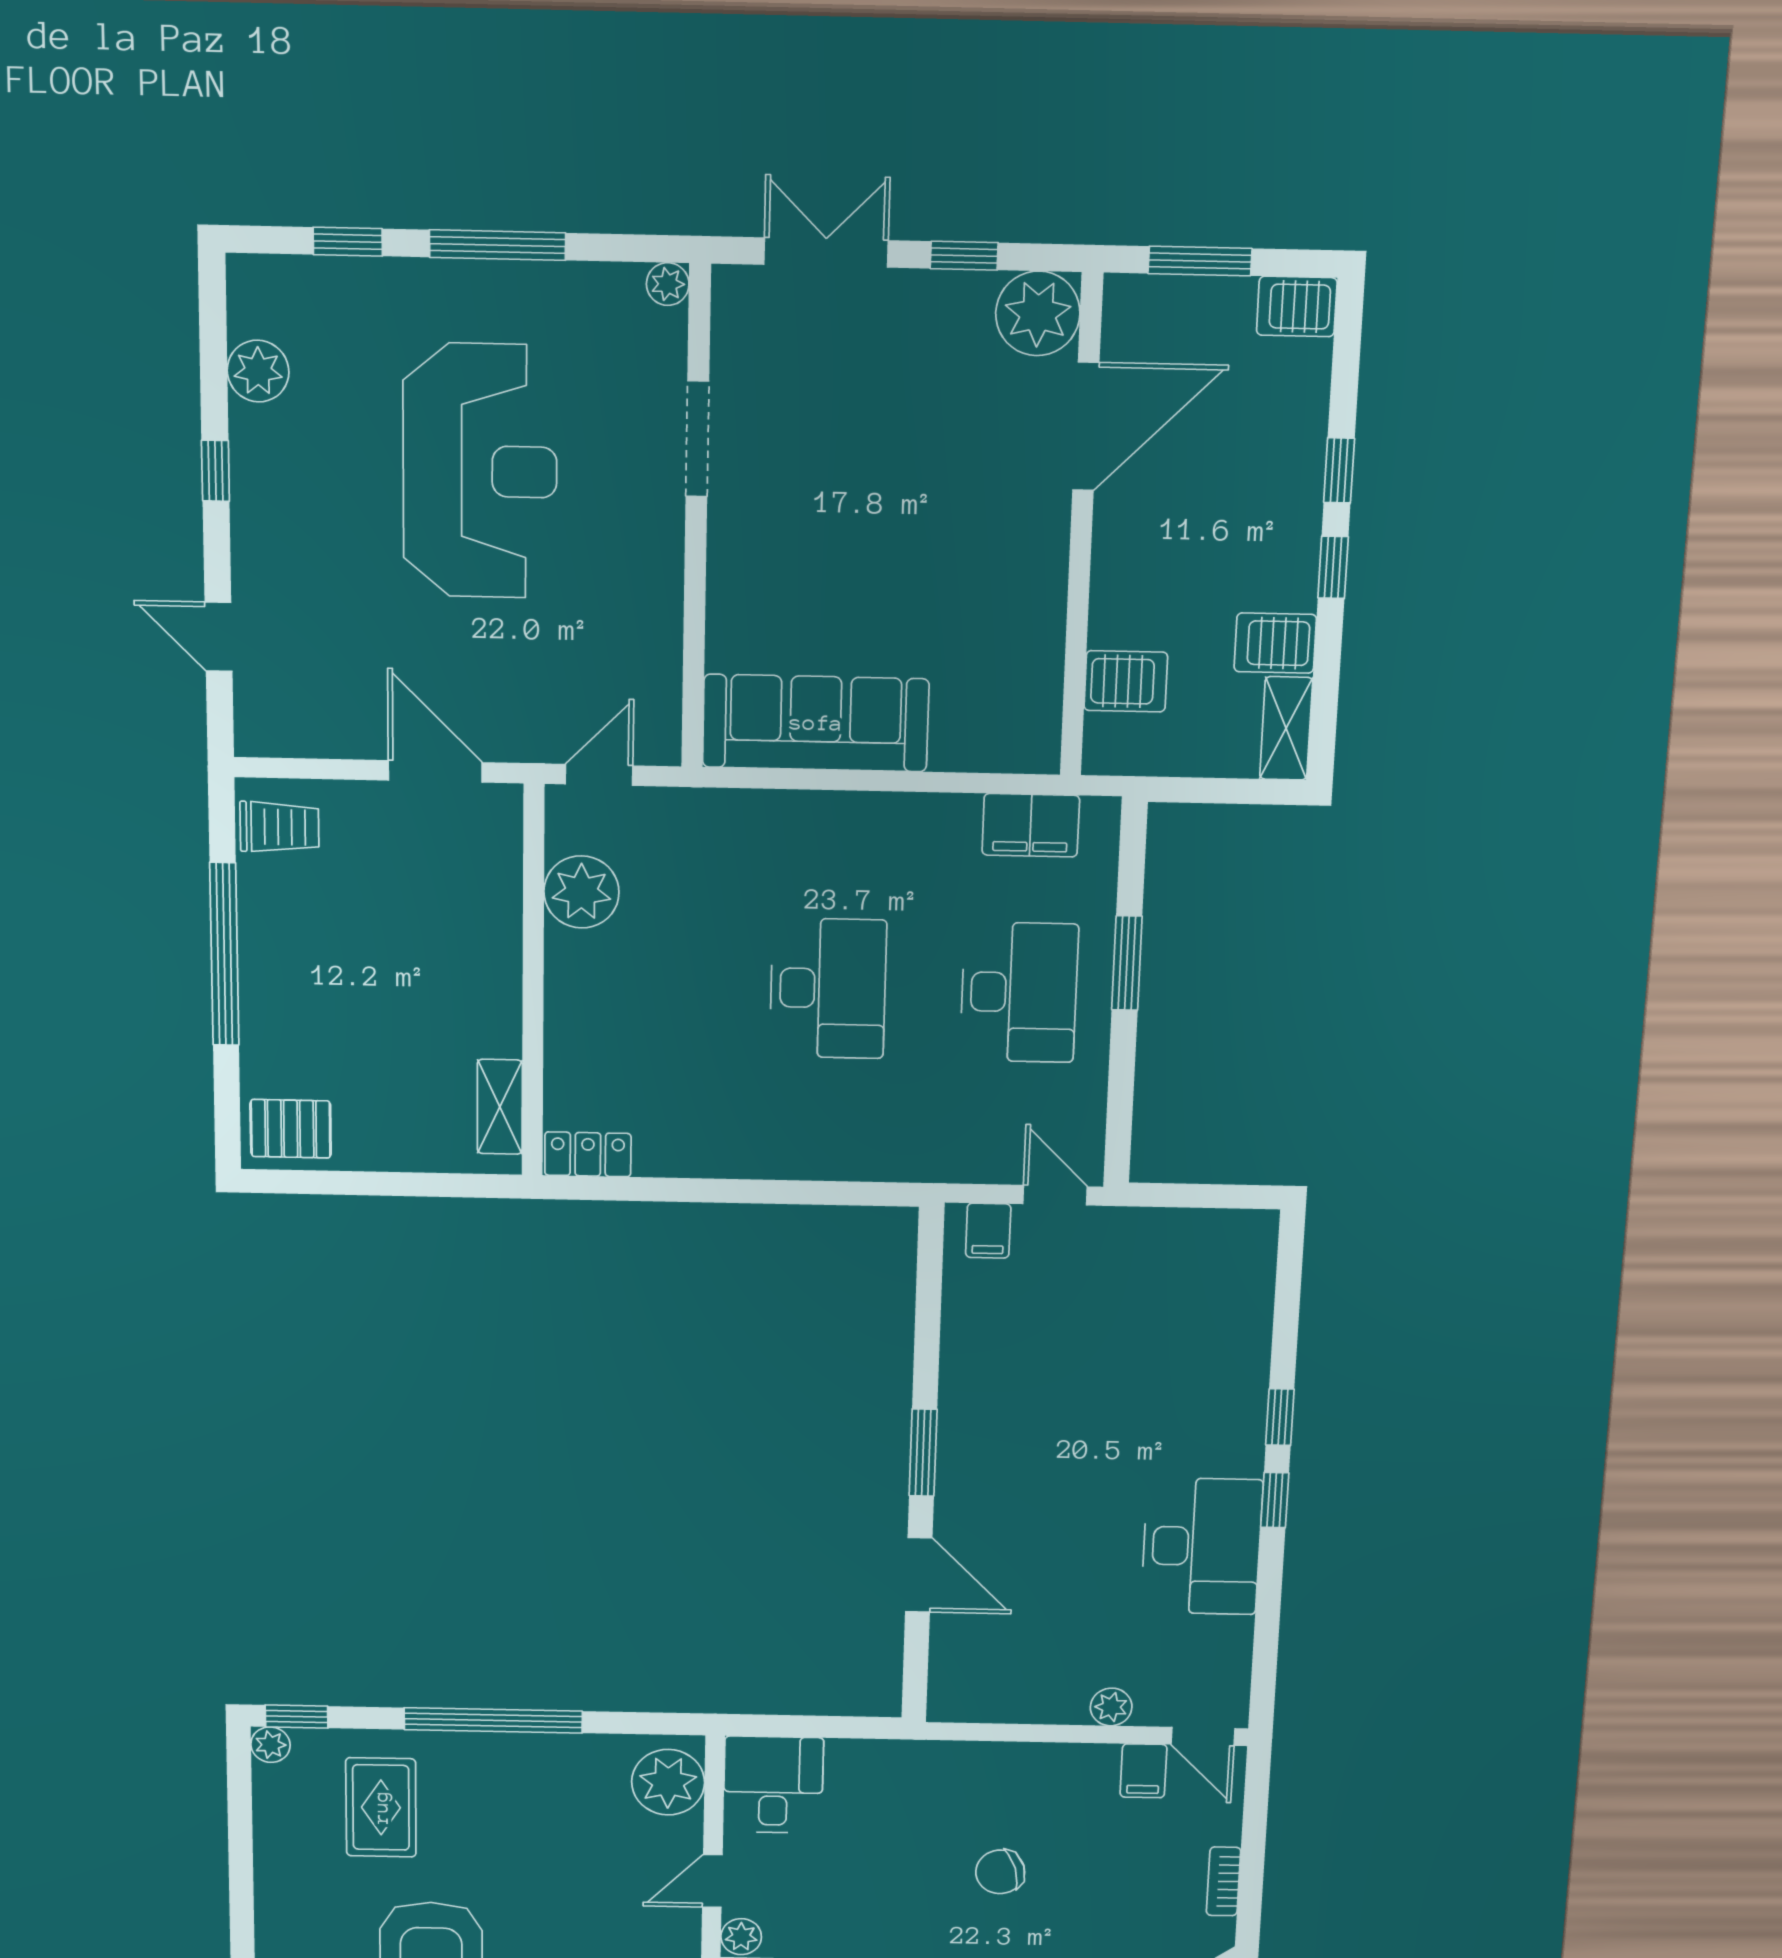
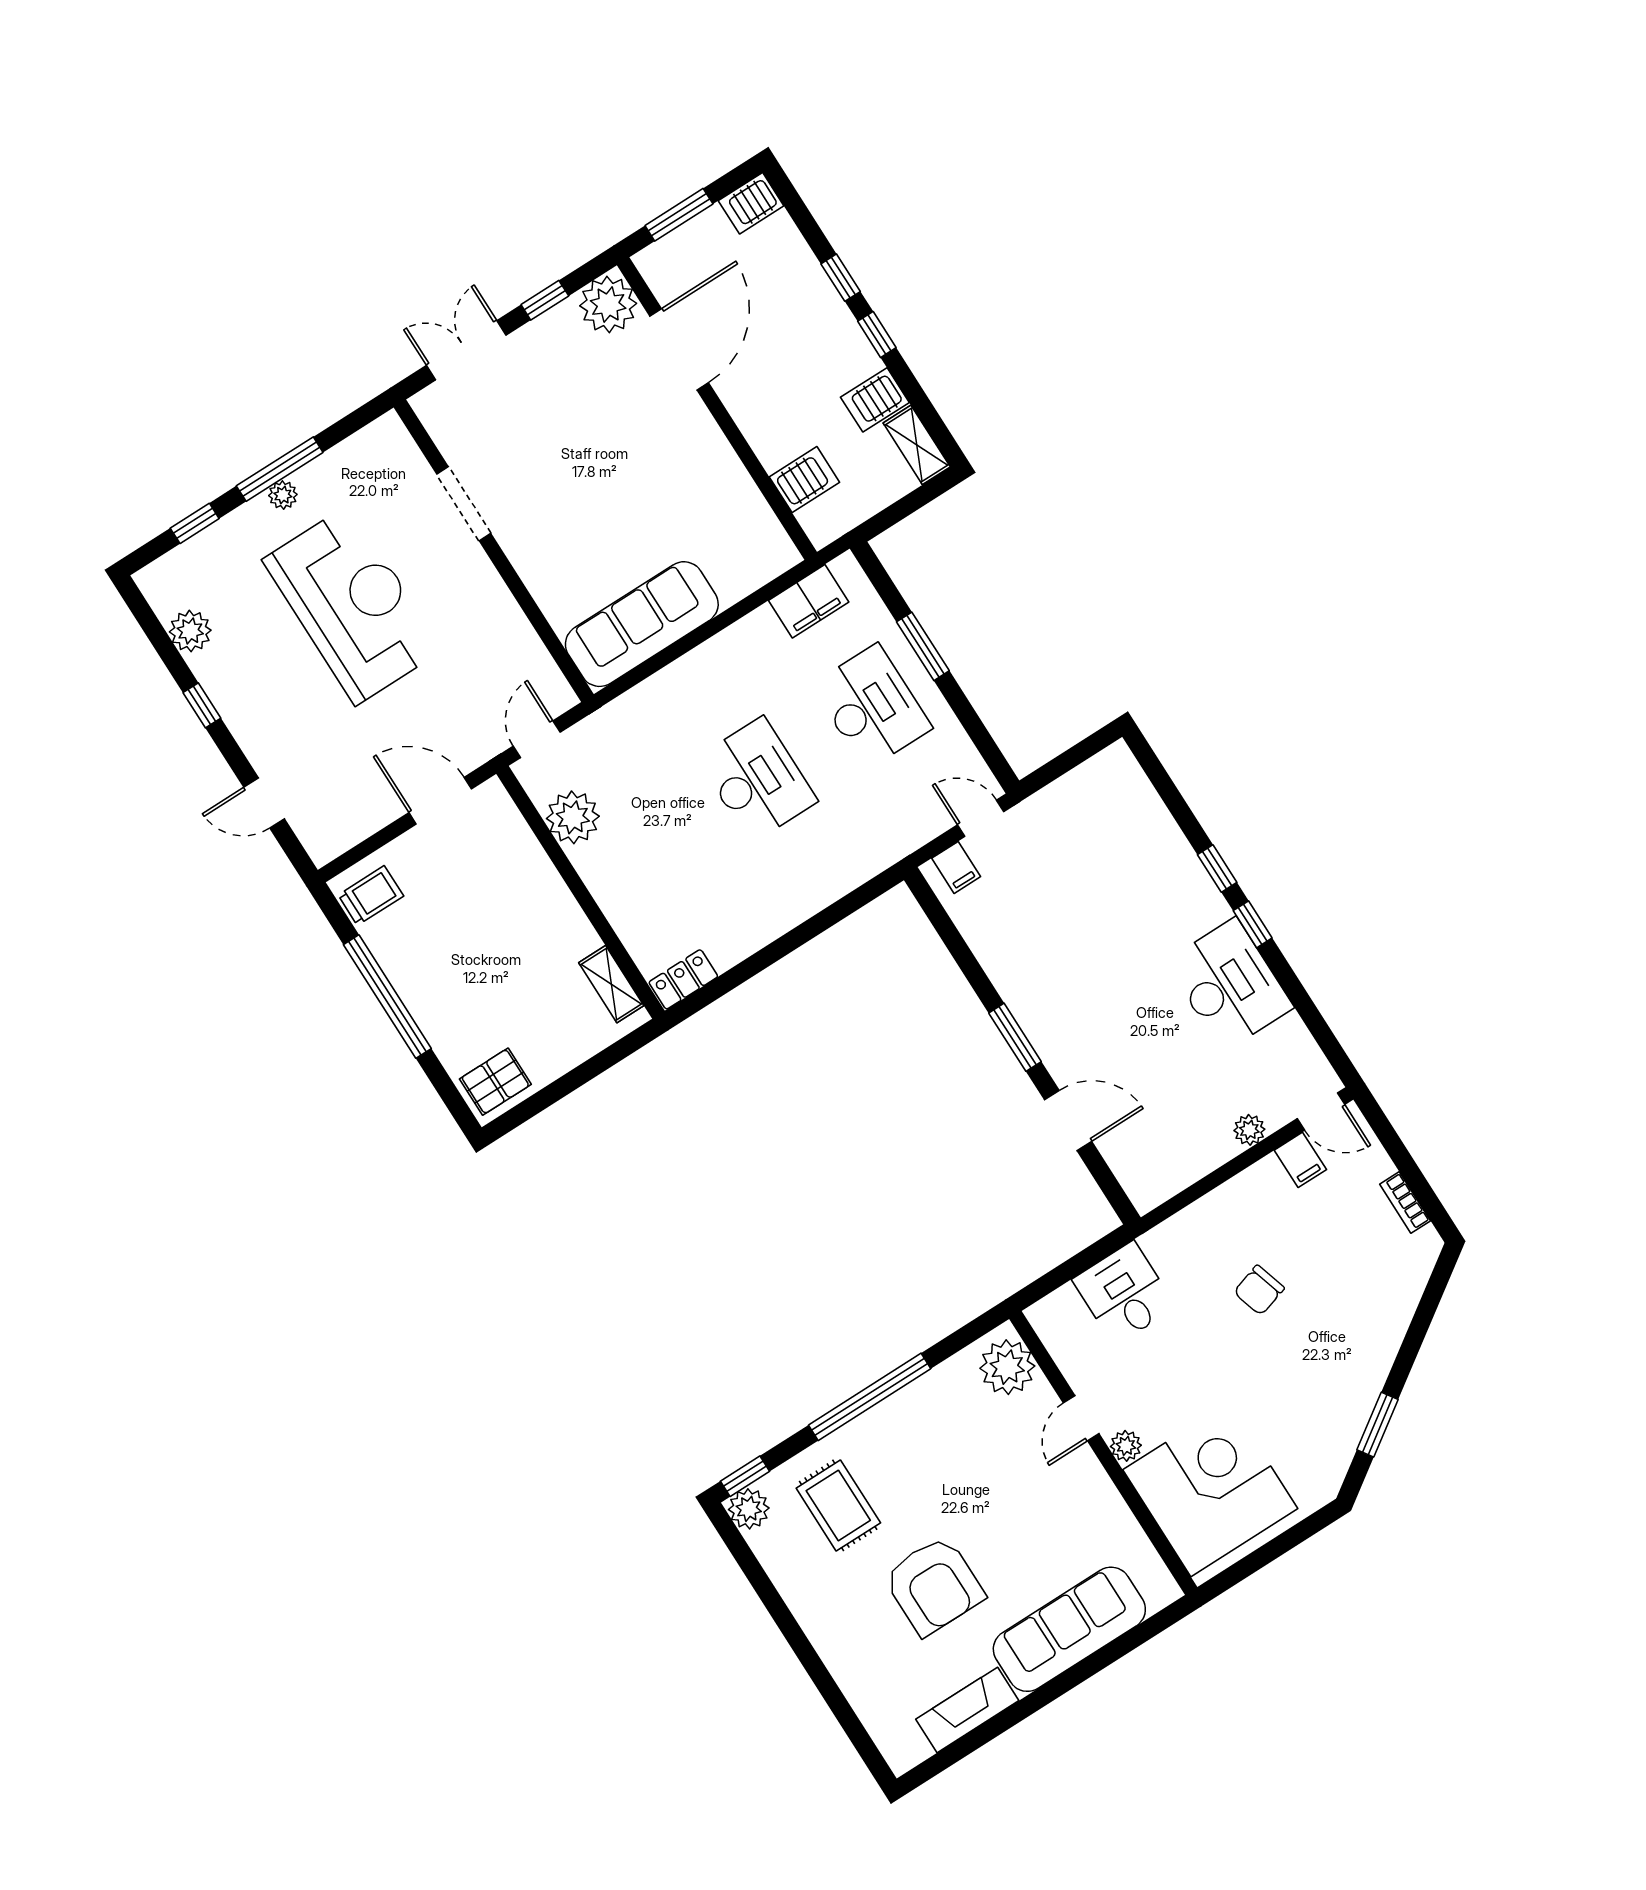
plant: (668, 284) -> (283, 495), moved
plant: (270, 1745) -> (749, 1509), width x1.38, depth x1.38
desk: (773, 1785) -> (1124, 1293), moved

